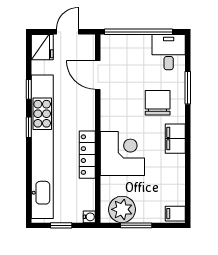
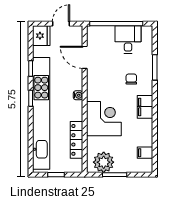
desk: (169, 52) -> (128, 40), moved
chair: (158, 103) -> (131, 79), width x0.54, depth x0.54
locker: (87, 155) -> (76, 140), moved
filing cabinet: (175, 214) -> (145, 153), moved
water cooler: (89, 217) -> (78, 95), moved

